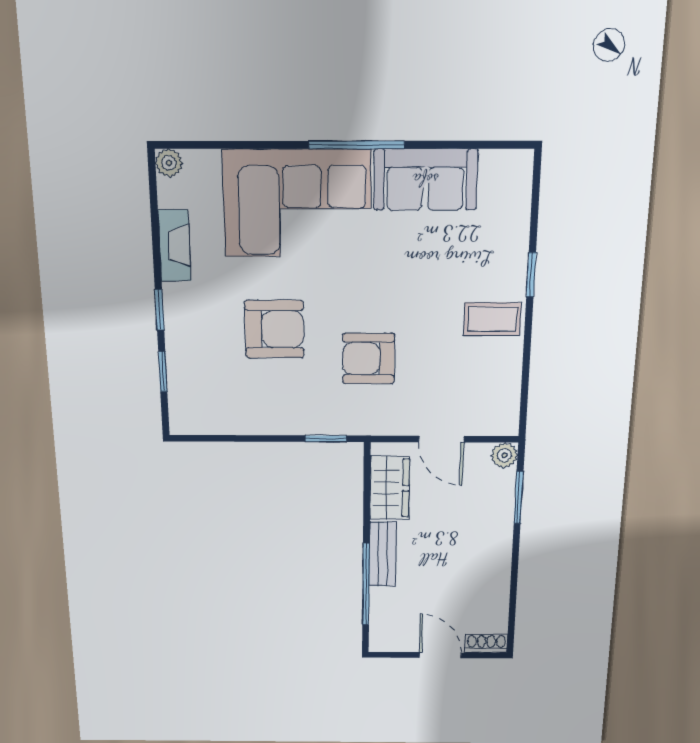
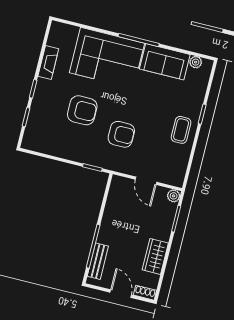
plant: (169, 163) -> (196, 62), moved
coffee table: (492, 319) -> (181, 130), turned 90
armchair: (368, 359) -> (121, 134), turned 180
wardrobe: (389, 488) -> (155, 256), moved, turned 180
bench: (383, 554) -> (98, 261), moved

